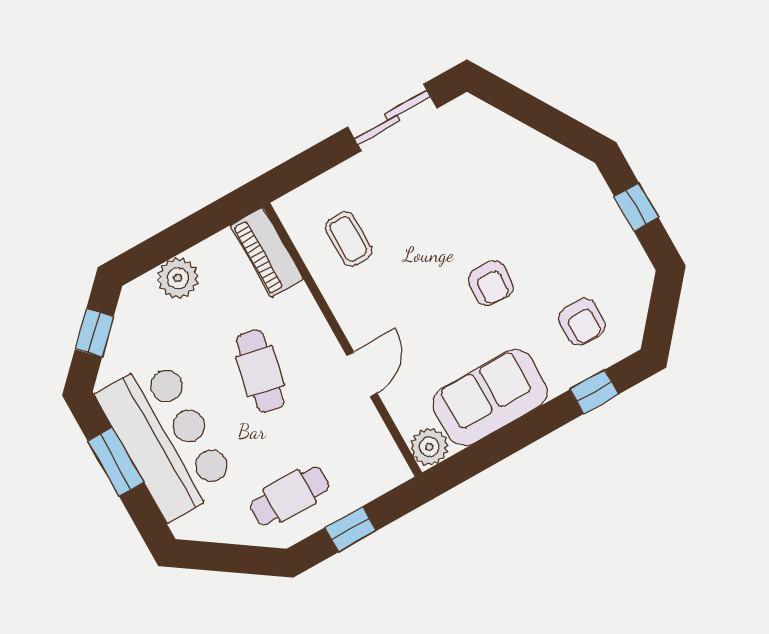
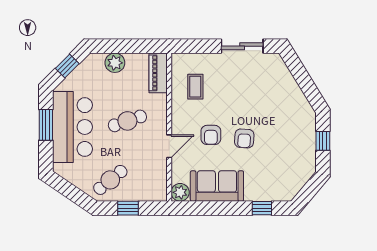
armchair: (582, 322) -> (211, 135), moved
cafe table: (260, 371) -> (127, 121), turned 59
cafe table: (290, 496) -> (110, 180), turned -39

